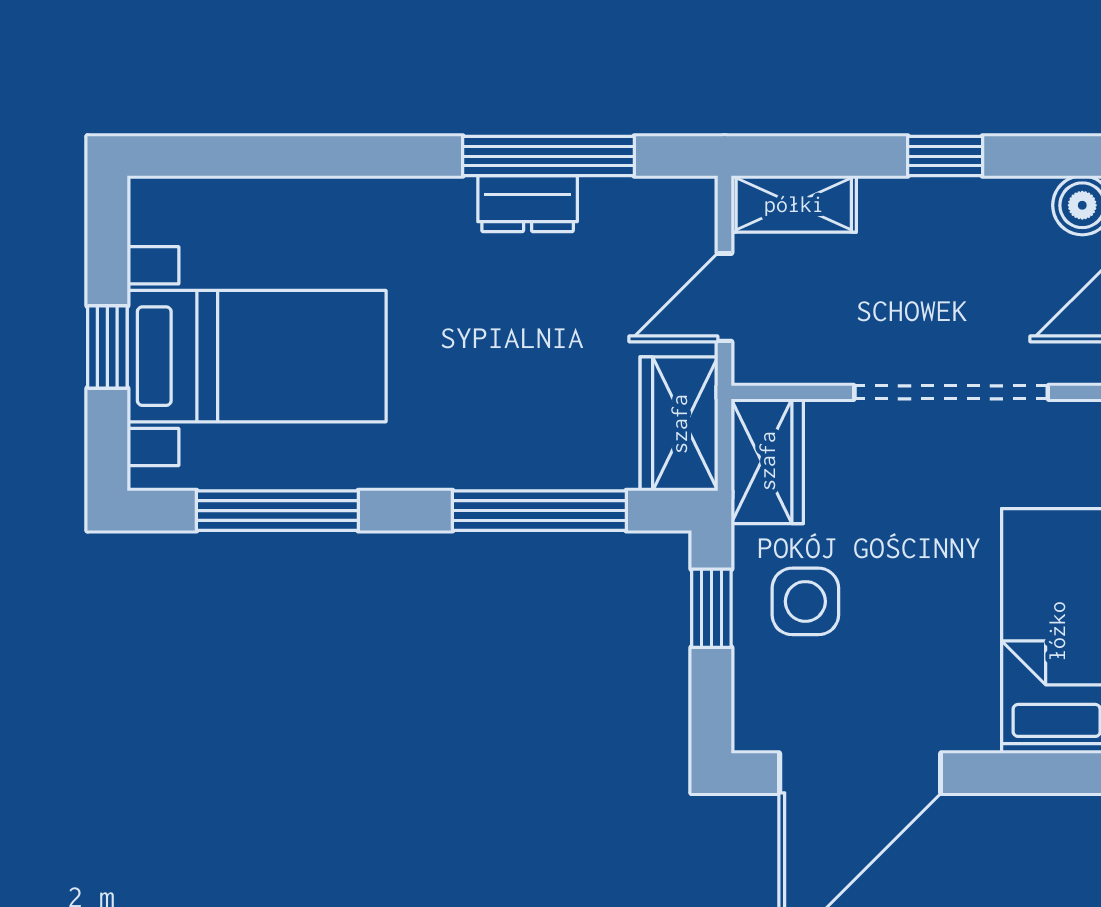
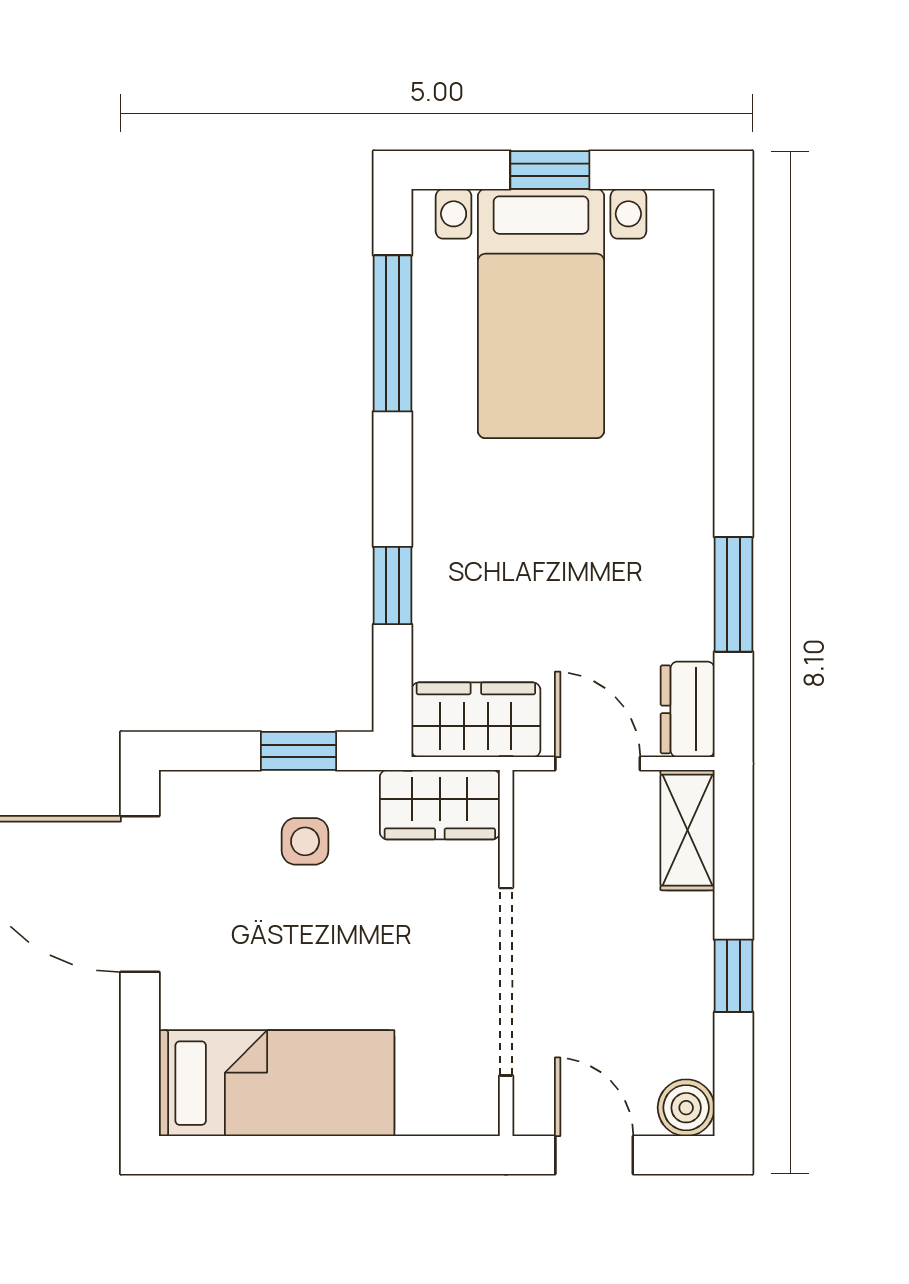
window: (549, 156) -> (733, 594), width x0.69
dresser: (528, 204) -> (688, 709), moved
window: (539, 511) -> (392, 586), width x0.46
side table: (805, 601) -> (305, 841), width x0.73, depth x0.73

